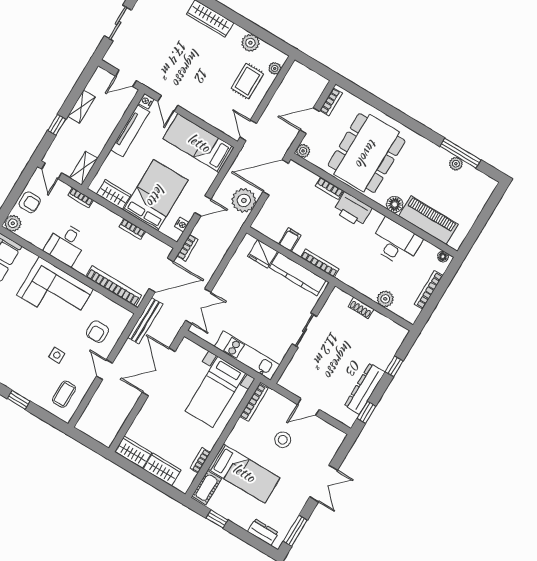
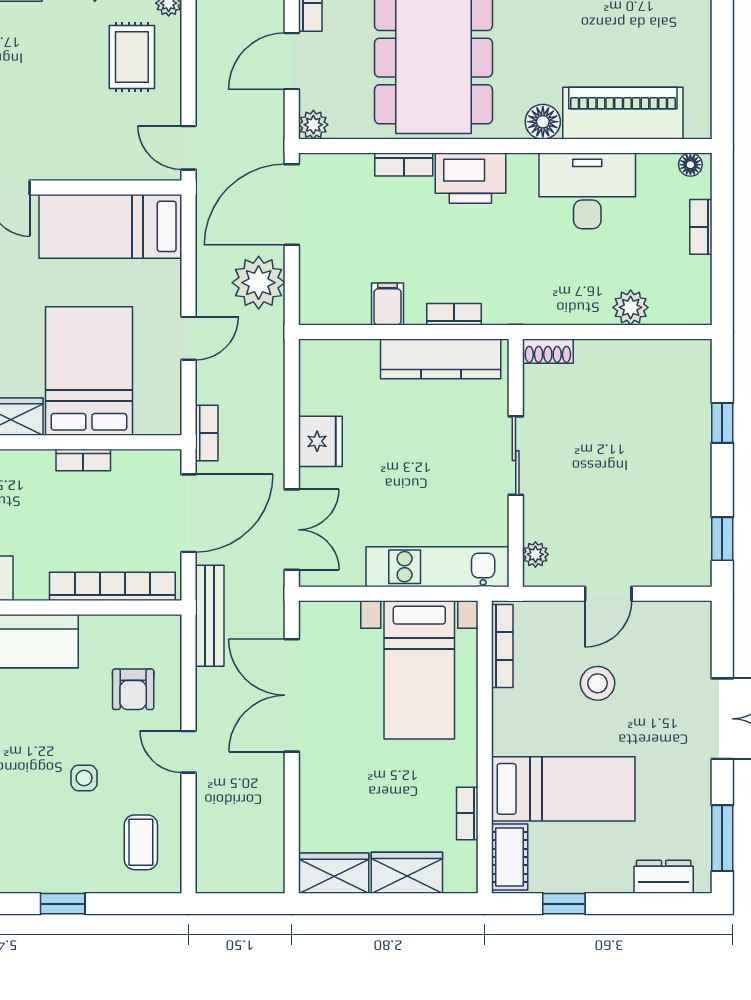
nightstand: (182, 225) -> (170, 396), removed
fridge: (263, 254) -> (320, 441), moved, turned -90
bookcase: (320, 263) -> (454, 314), width x0.64
bookcase: (429, 290) -> (701, 227), width x0.64
shoe rack: (361, 308) -> (548, 351), moved
plant: (289, 374) -> (535, 554), added
dresser: (365, 389) -> (693, 497), removed

